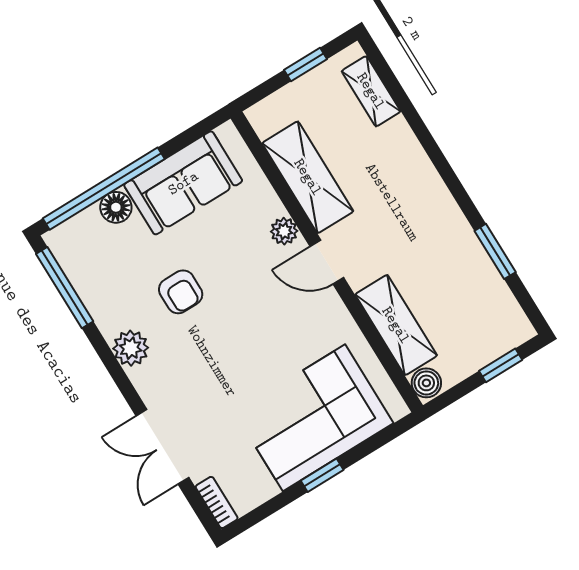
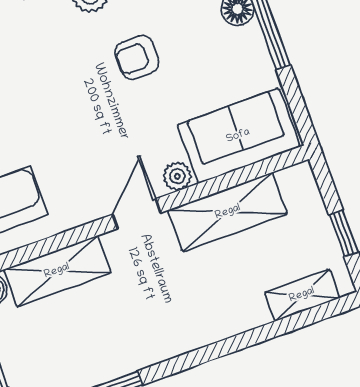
sofa: (183, 183) -> (238, 136), moved, turned 90

